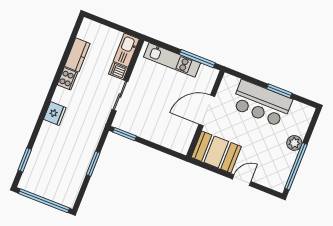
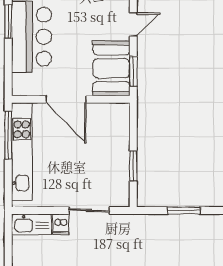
kitchen unit: (172, 60) -> (22, 152), width x1.36
window: (125, 134) -> (133, 166), moved
window: (208, 167) -> (133, 71), added
door: (242, 180) -> (133, 24), swing flipped

